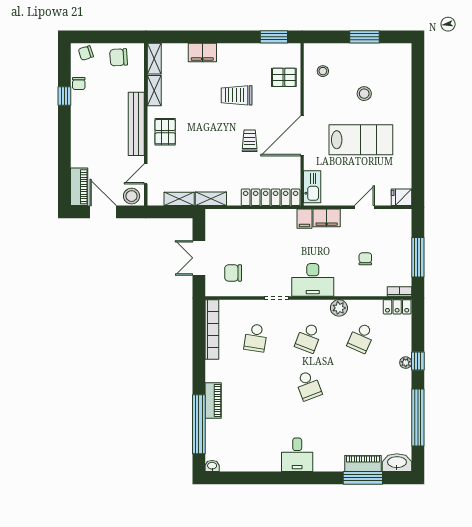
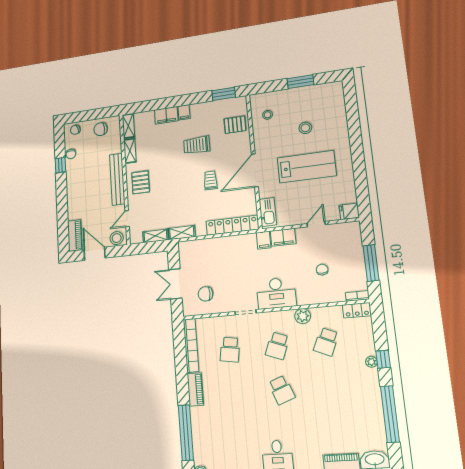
filing cabinet: (224, 52) -> (184, 112), added
piano: (213, 400) -> (195, 389), moved

